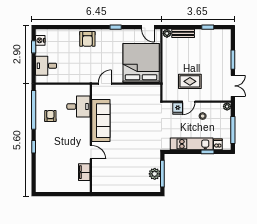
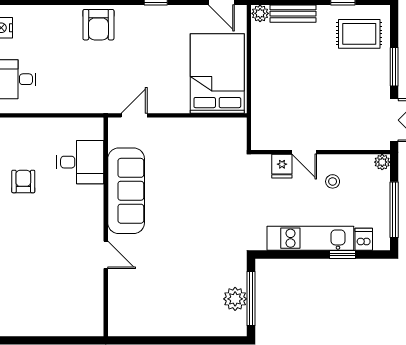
bed: (141, 63) -> (217, 74), width x0.73
rug: (190, 81) -> (359, 34), moved
door: (189, 102) -> (304, 152), hinge flipped
filing cabinet: (84, 172) -> (92, 295), removed

